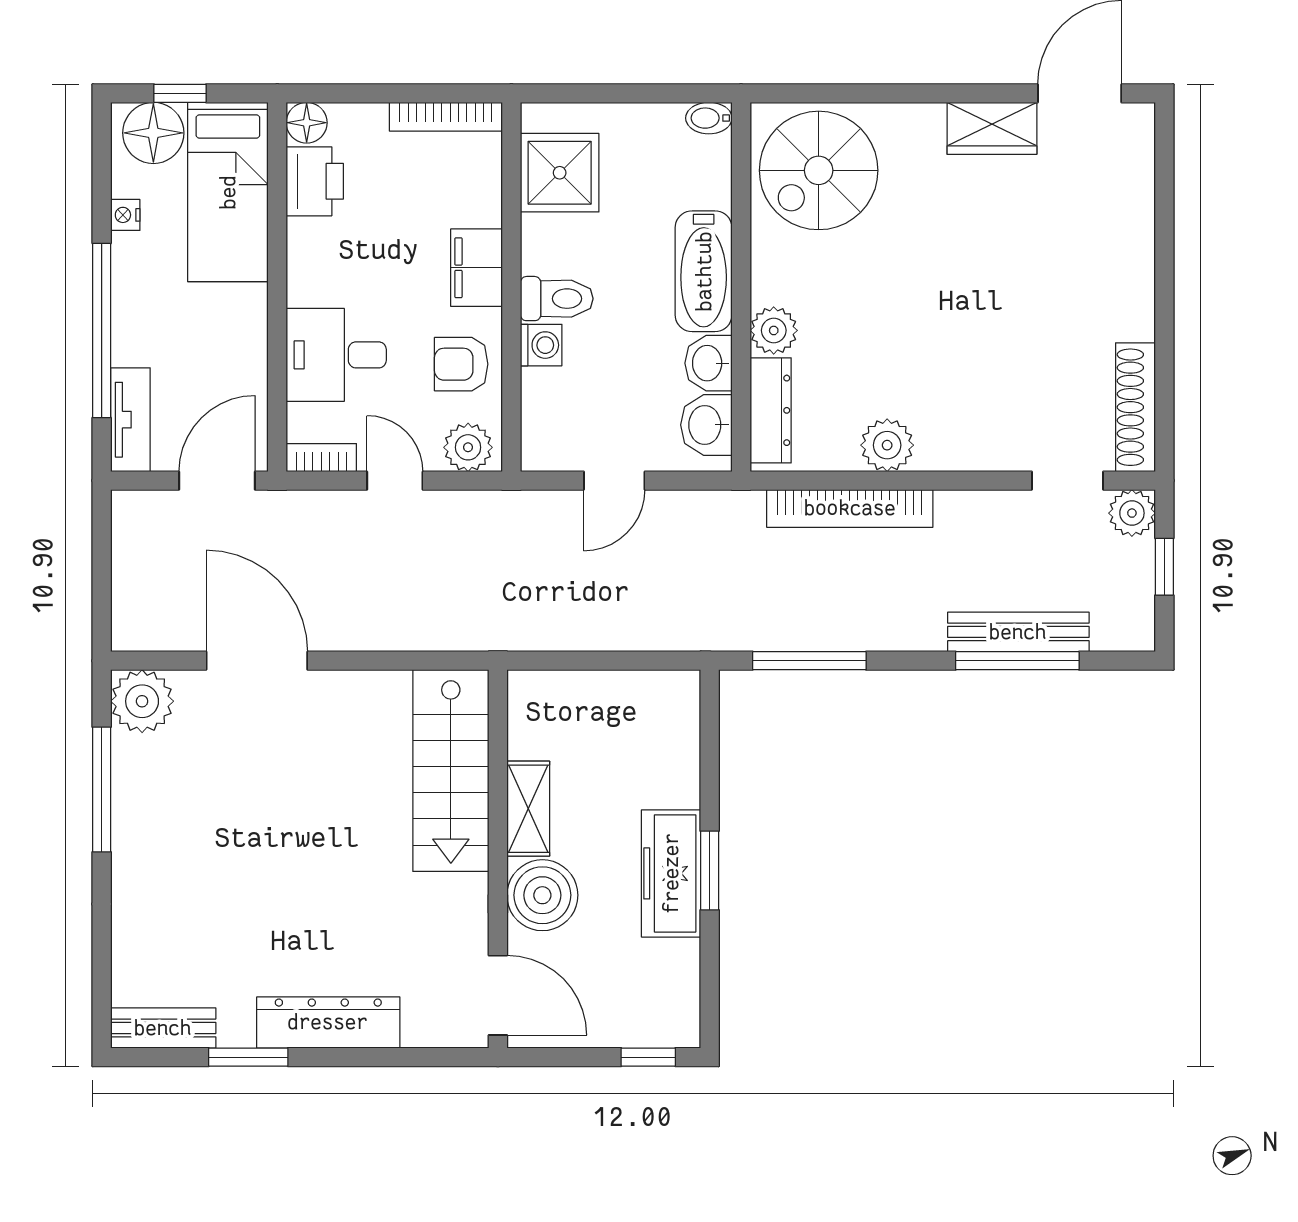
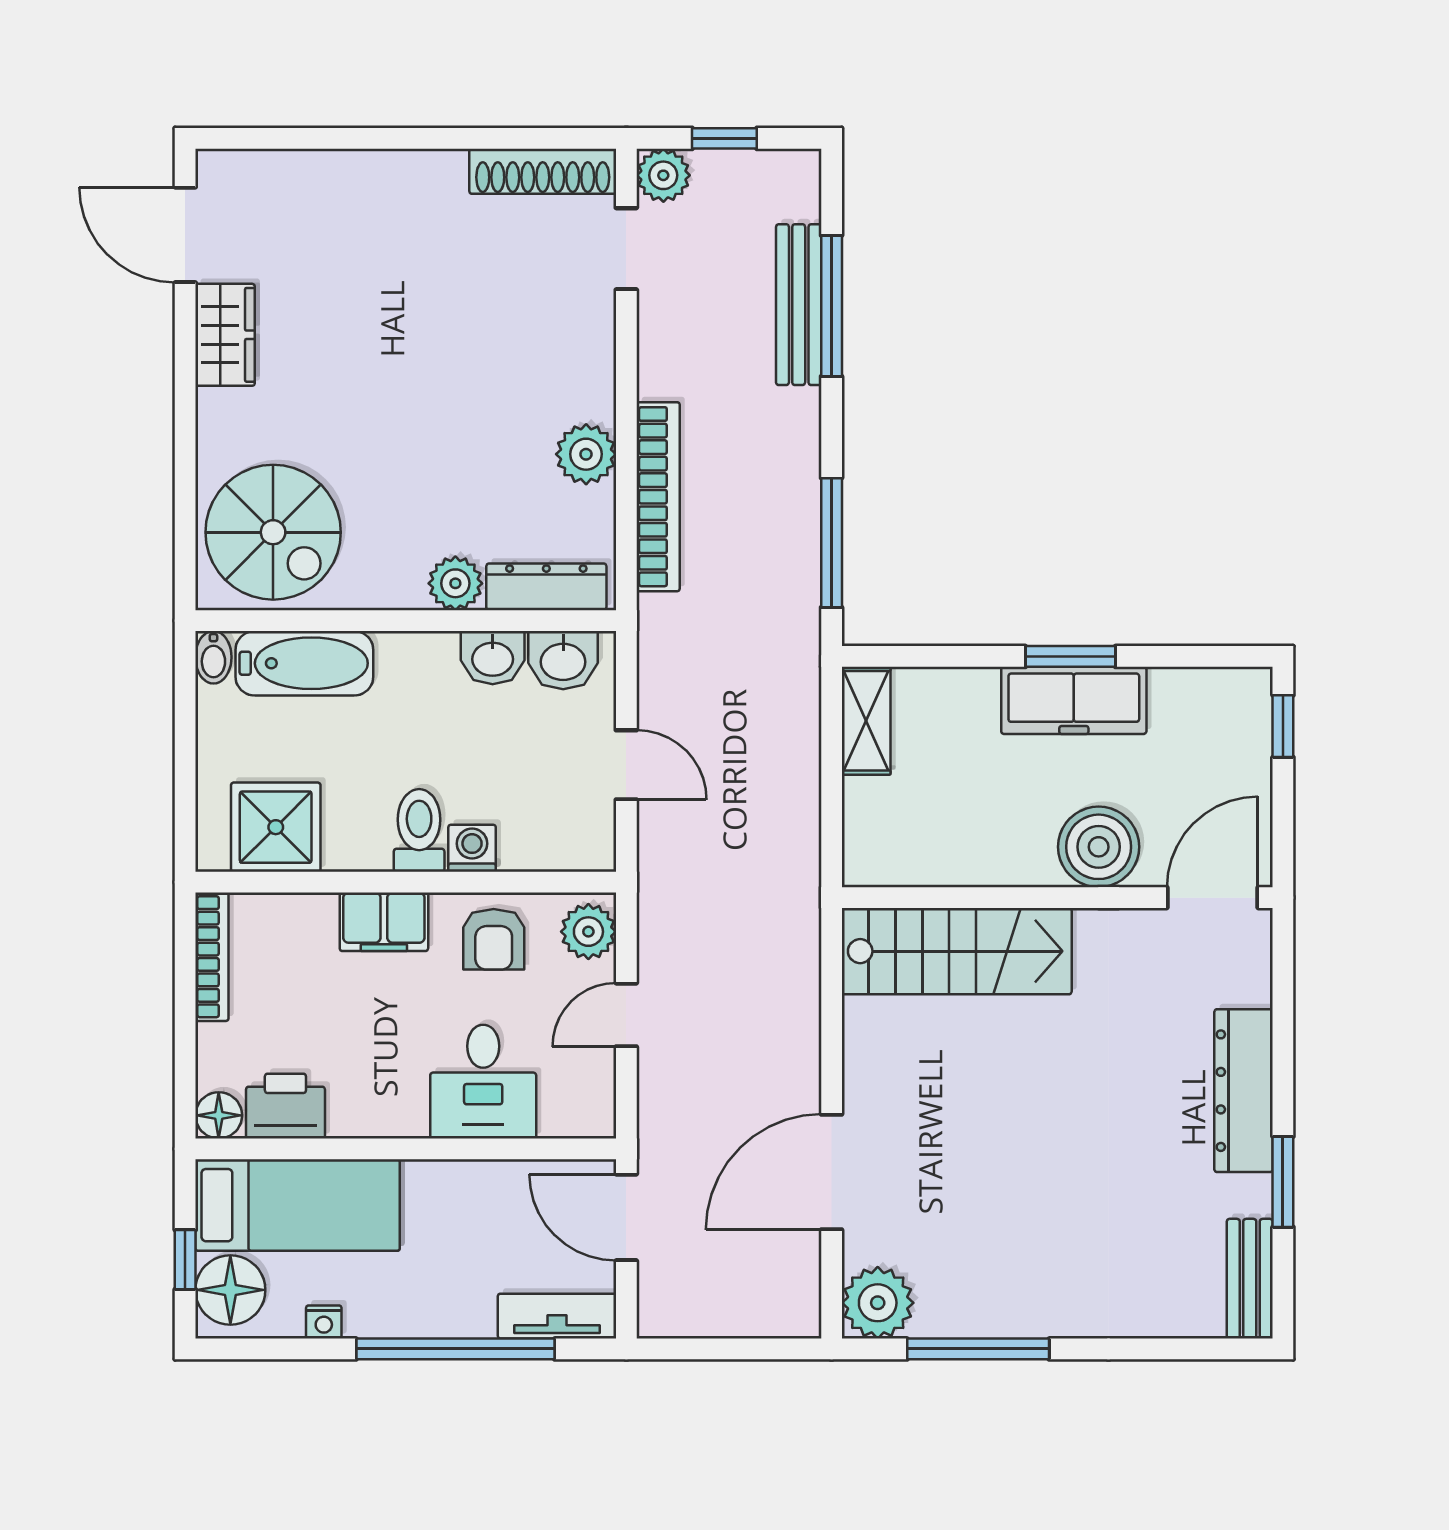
bathtub: (704, 271) -> (304, 663), moved
bookcase: (321, 458) -> (600, 1099), removed
shelving: (528, 809) -> (866, 721), moved, turned 90

